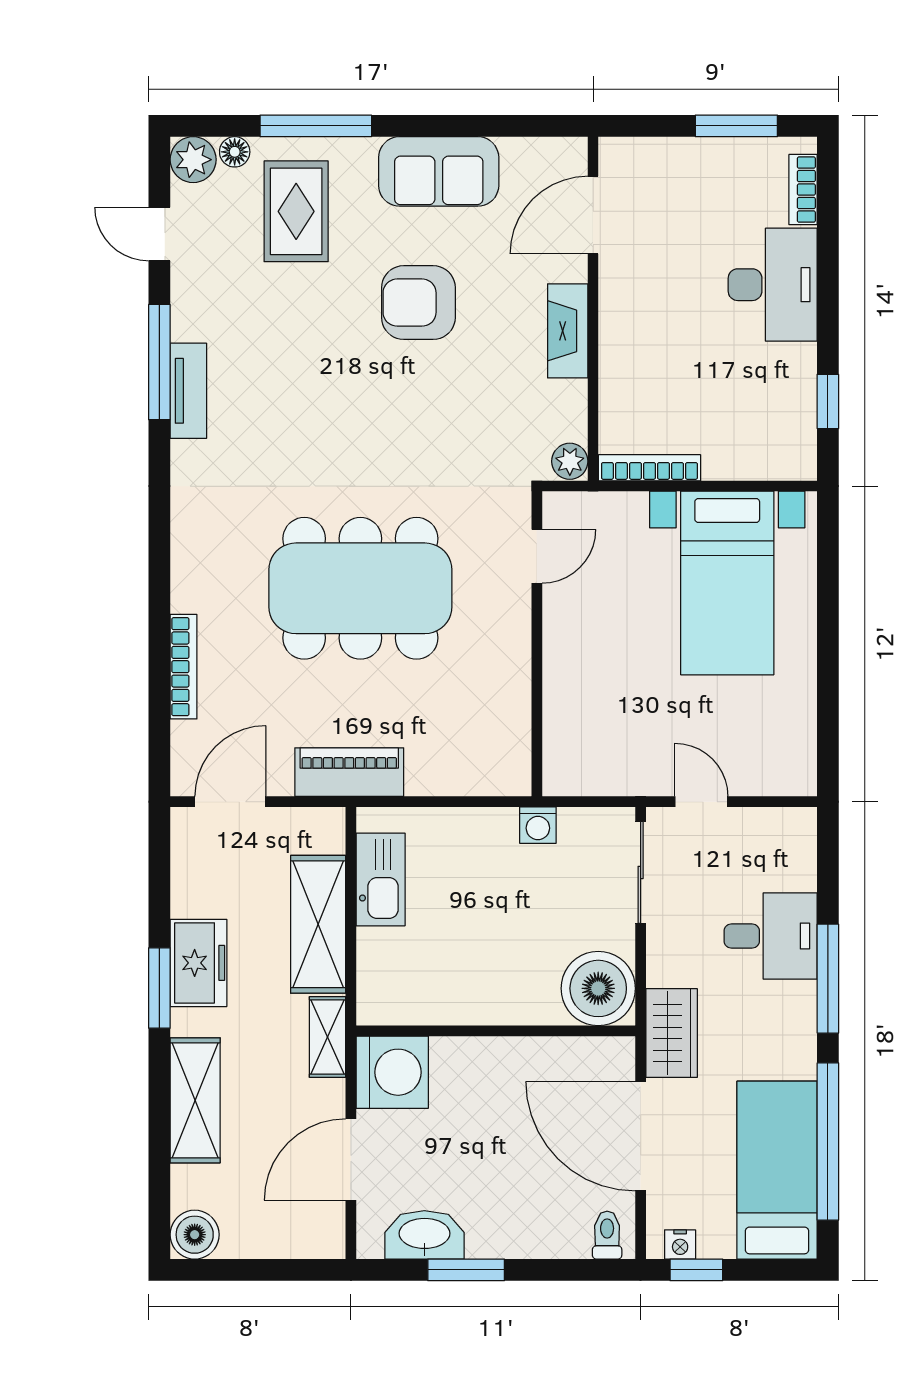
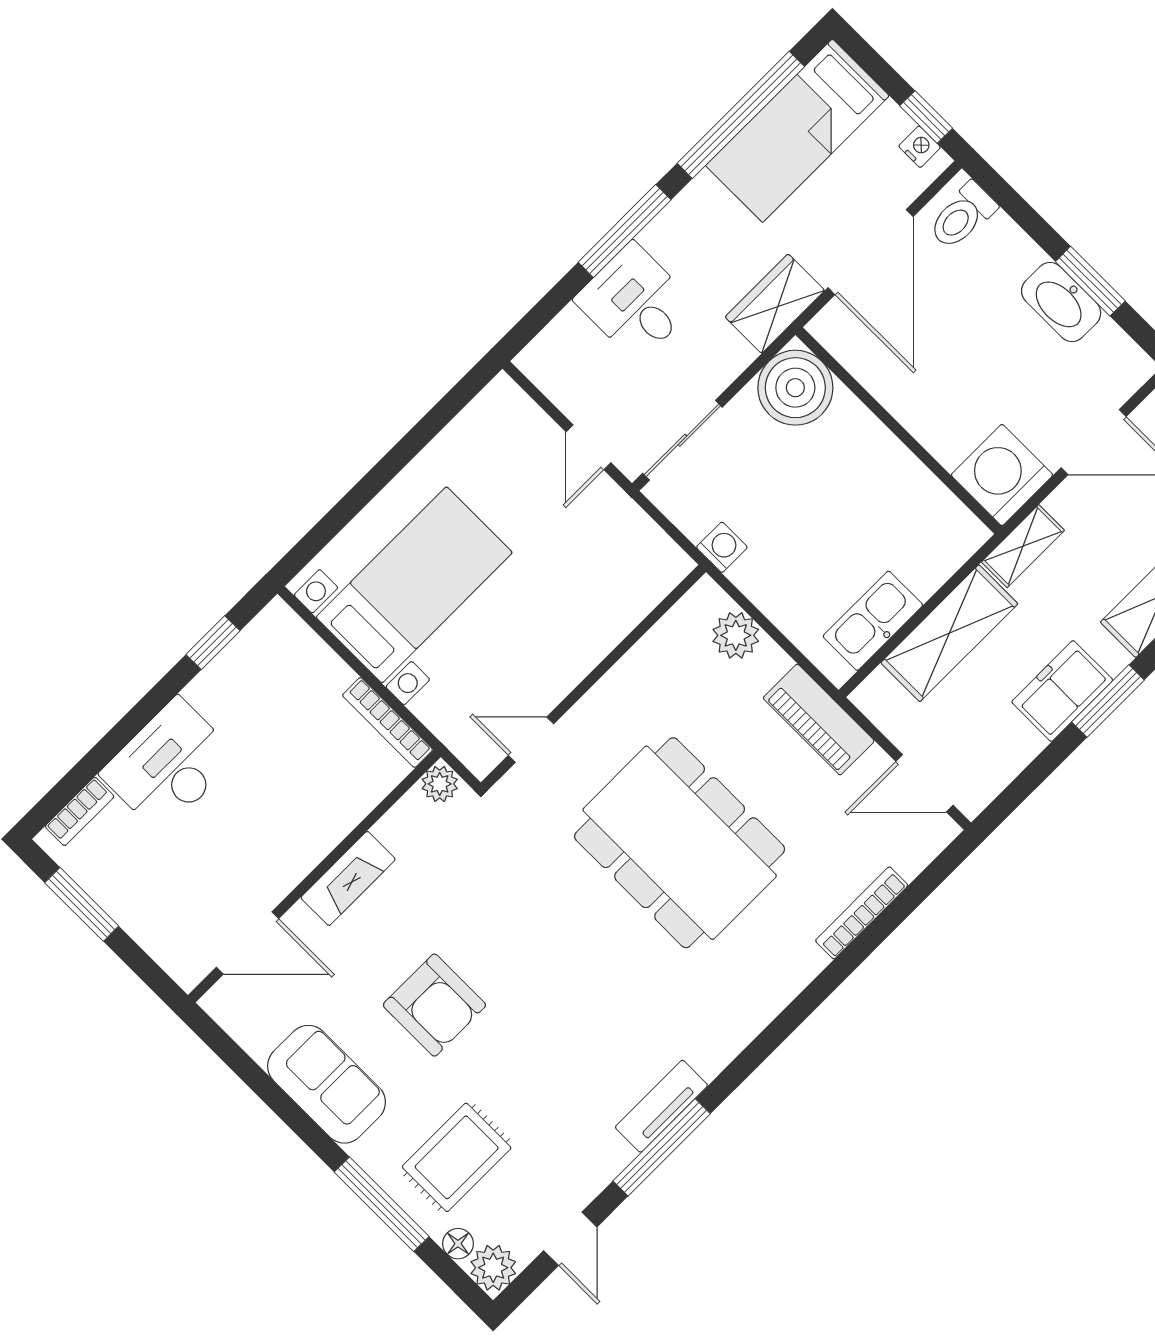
plant: (466, 773) -> (736, 635), added
washbasin: (424, 1235) -> (1061, 302), moved
toilet: (607, 1235) -> (962, 216), width x1.37, depth x1.39

